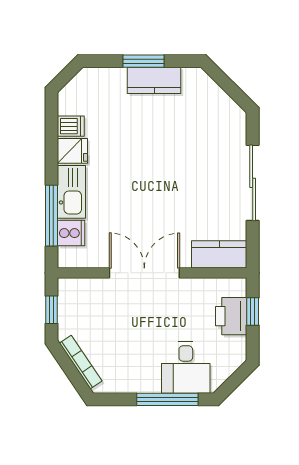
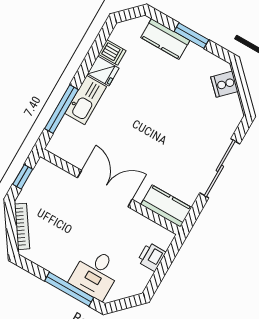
kitchen counter: (154, 80) -> (165, 39), moved
cooker: (71, 233) -> (224, 84), moved, turned 135
window: (253, 311) -> (167, 261), removed
printer: (231, 316) -> (152, 257), width x0.73, depth x0.81

